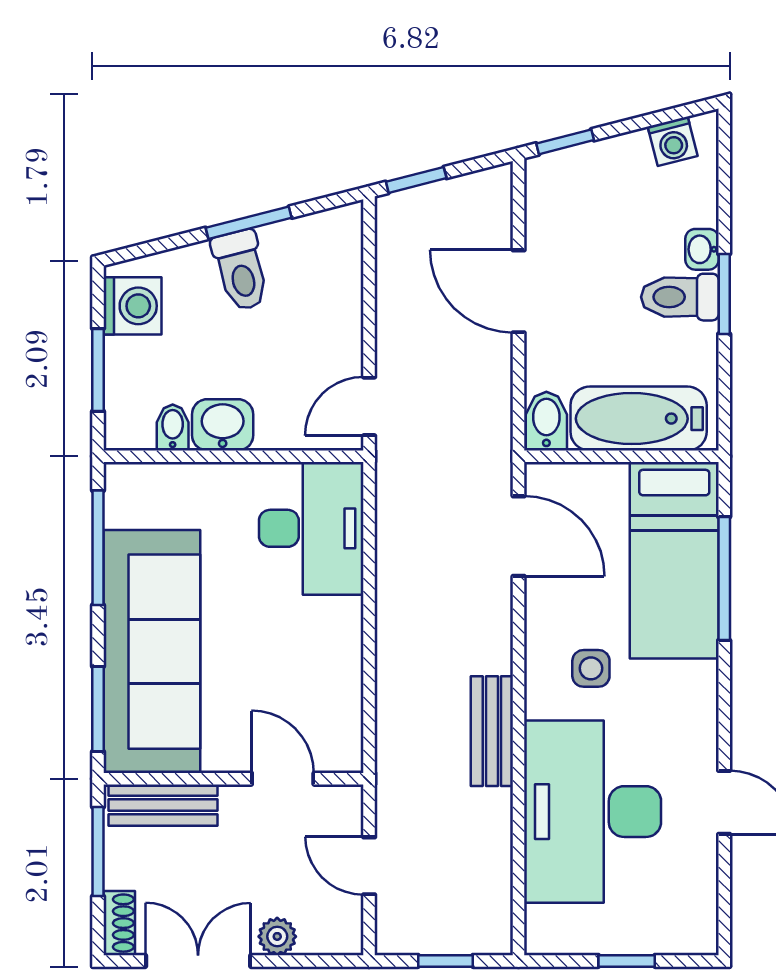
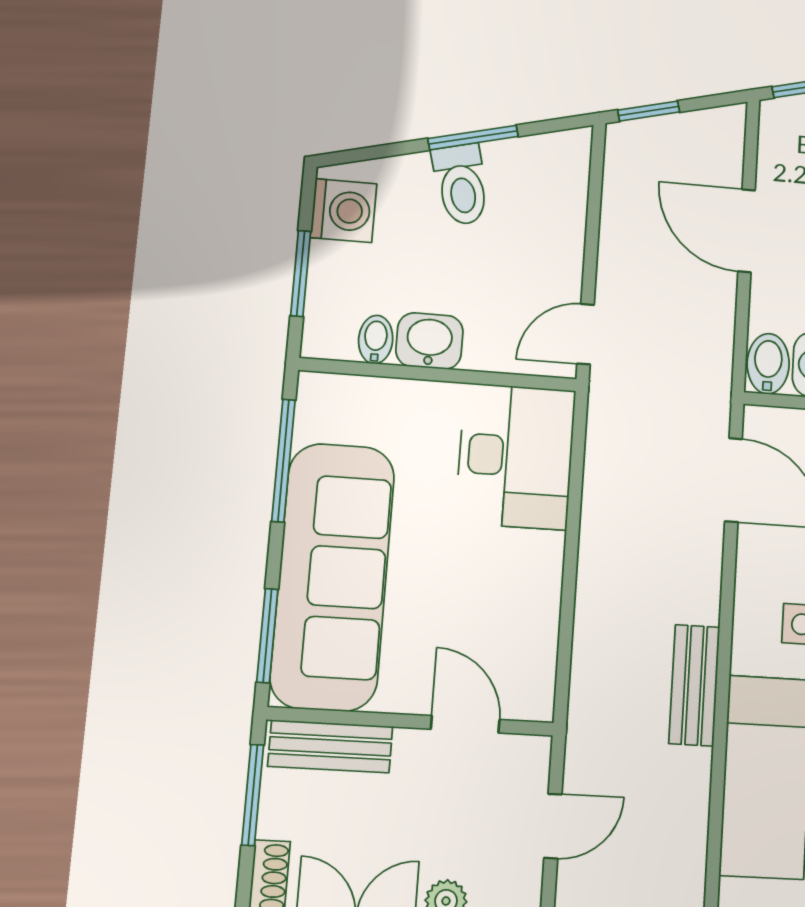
door: (369, 866) -> (553, 826), swing flipped

